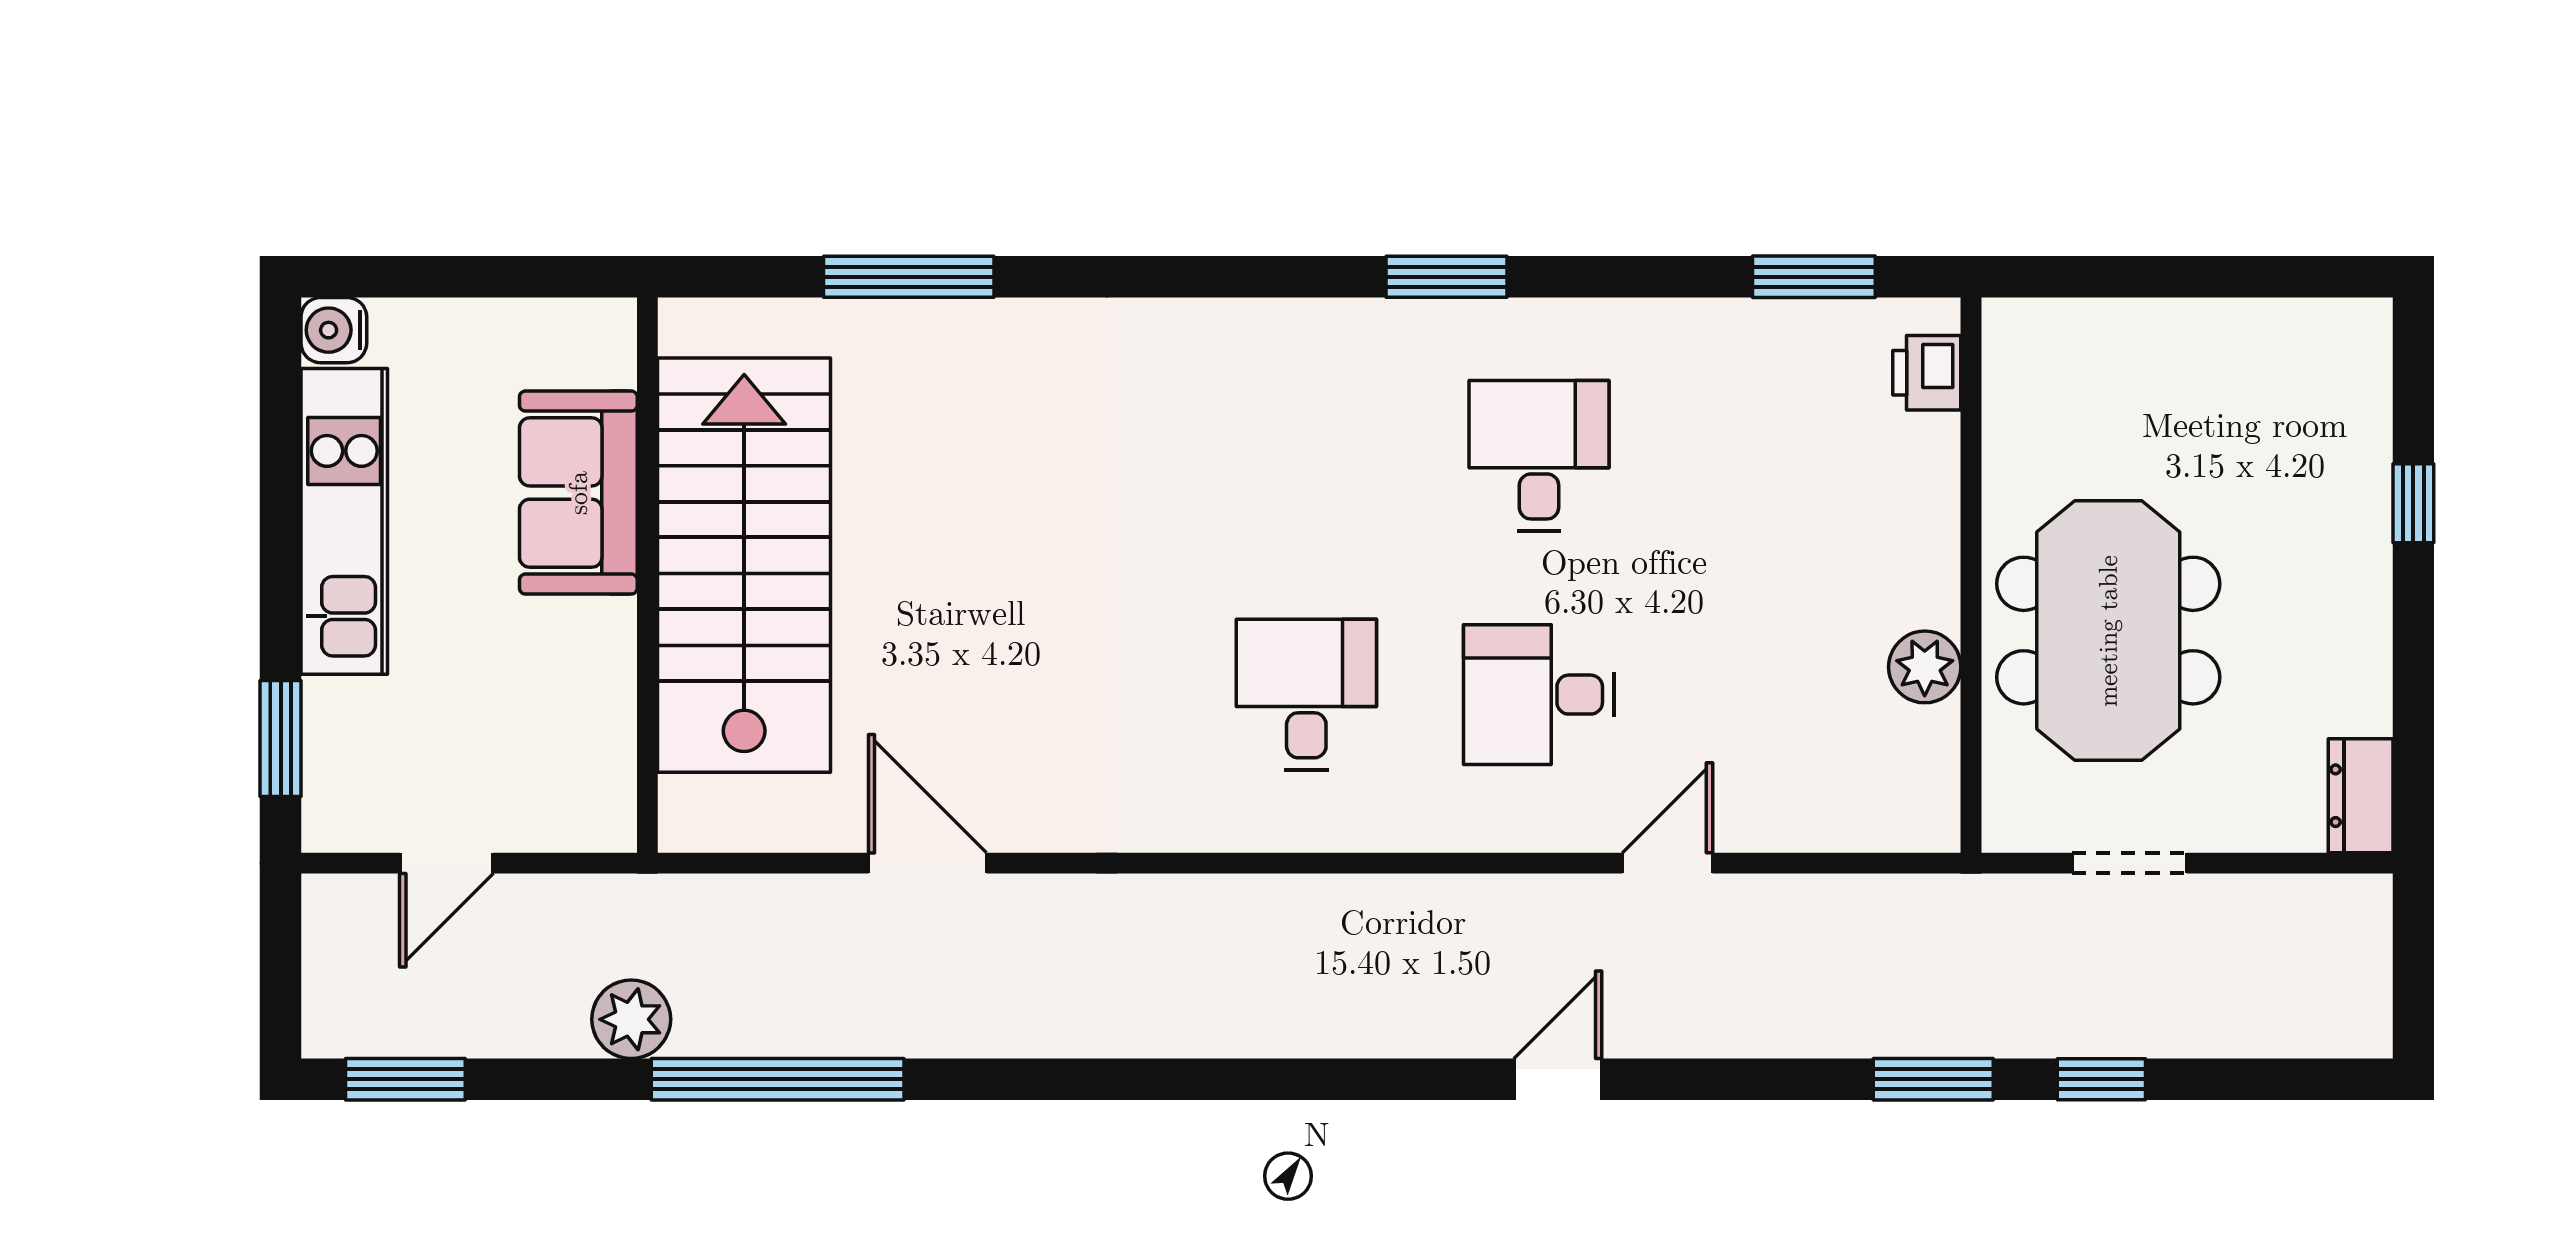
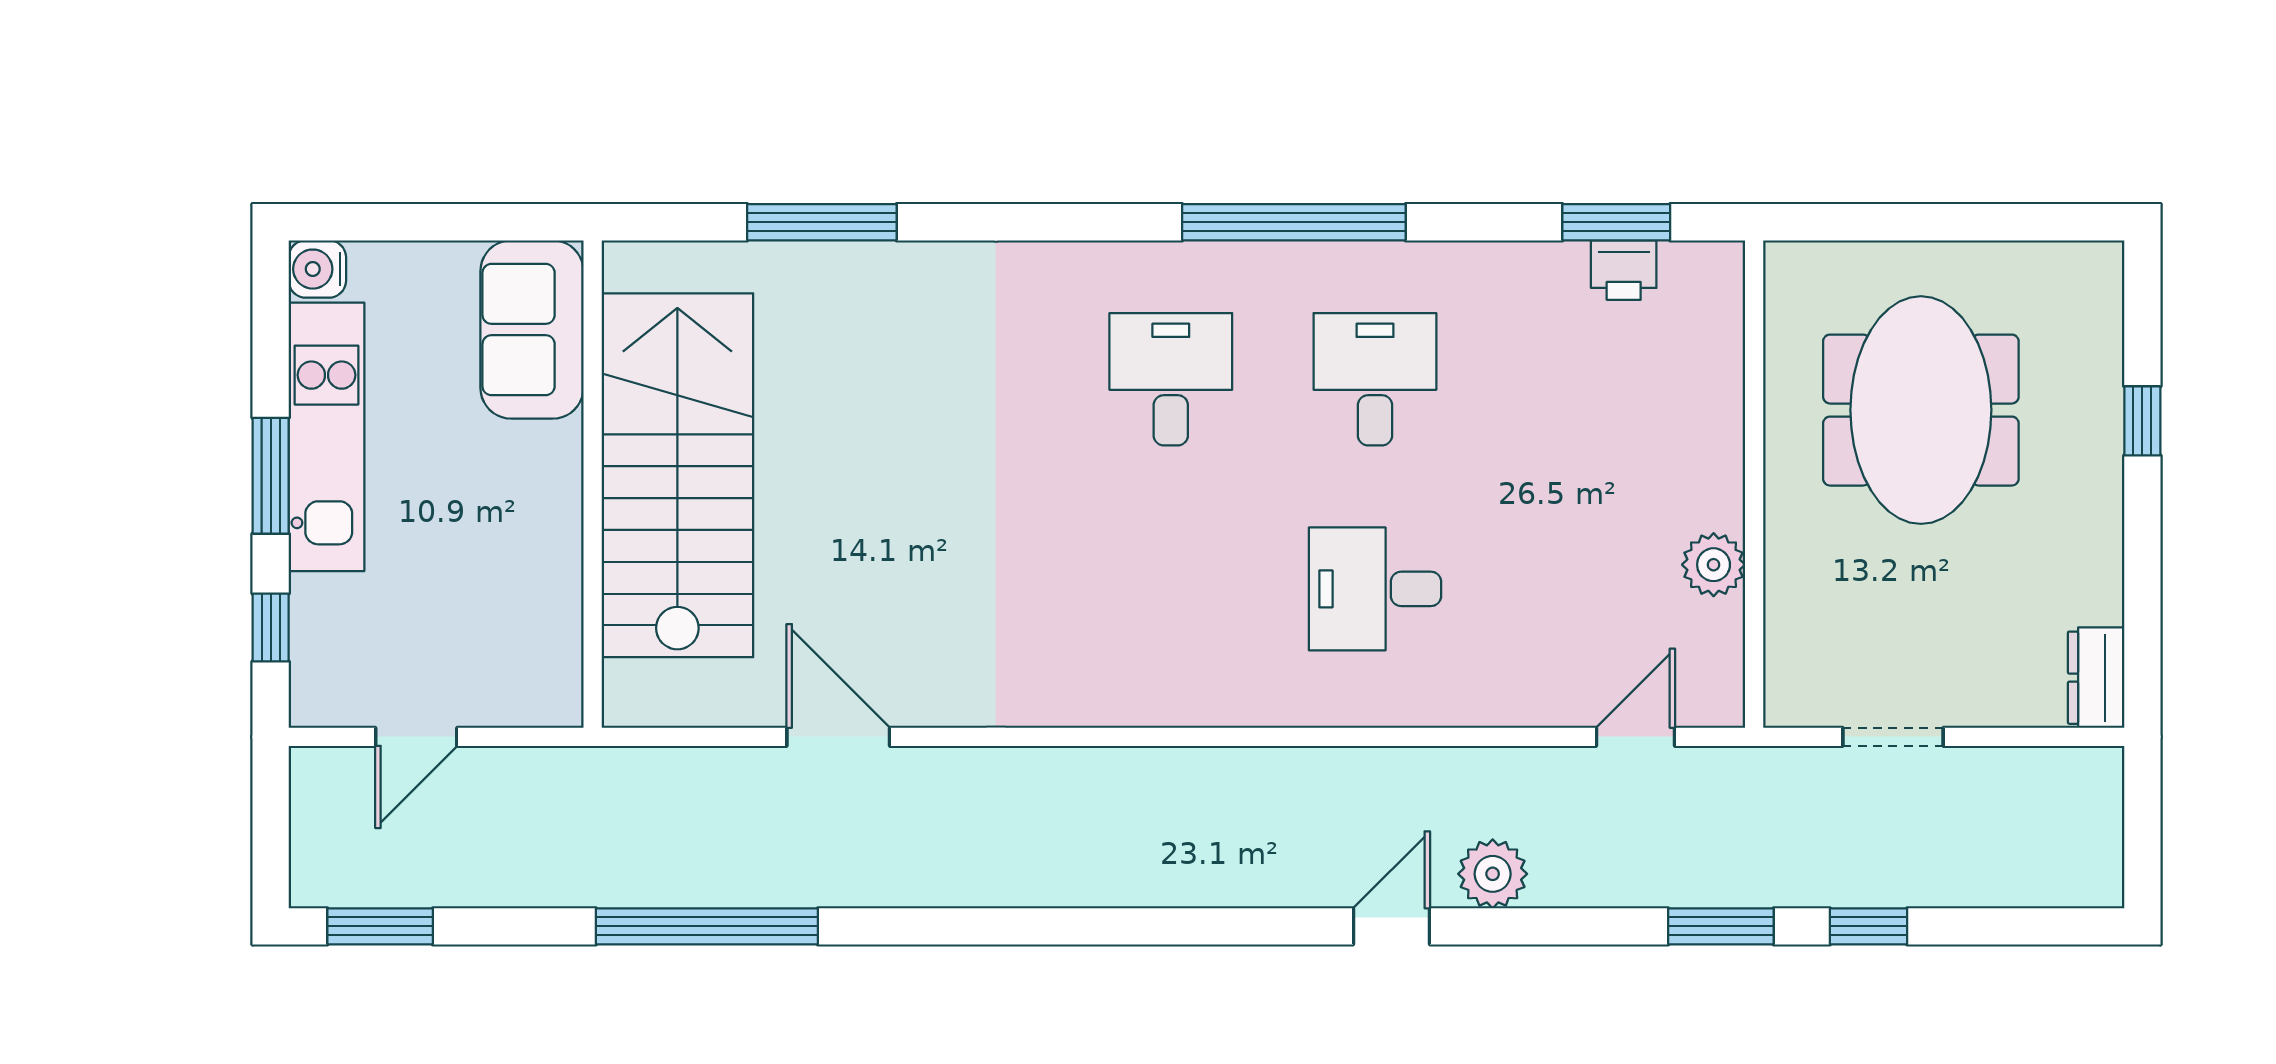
window: (1446, 277) -> (1294, 222), width x2.11
printer: (1927, 373) -> (1624, 270), moved, turned -90
sofa: (578, 493) -> (532, 330), moved
window: (281, 566) -> (271, 476), added
meeting table: (2108, 631) -> (1921, 410), moved
desk: (1306, 695) -> (1171, 379), moved
window: (281, 739) -> (271, 628), width x0.67
door: (1667, 863) -> (1635, 737), moved
plant: (631, 1019) -> (1493, 874), moved

